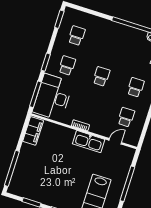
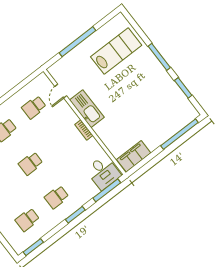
desk: (53, 97) -> (103, 172), width x0.53, depth x0.77
door: (115, 141) -> (61, 91), hinge flipped

